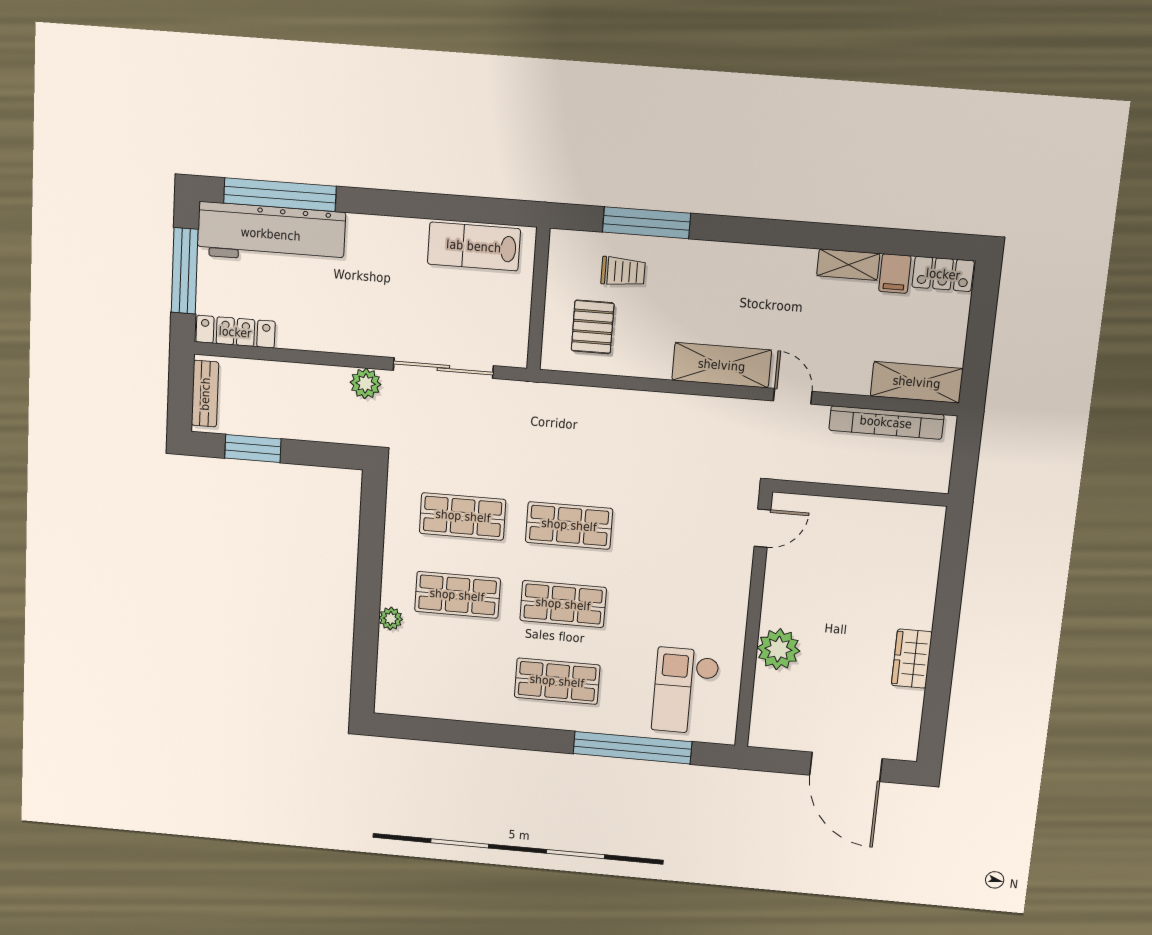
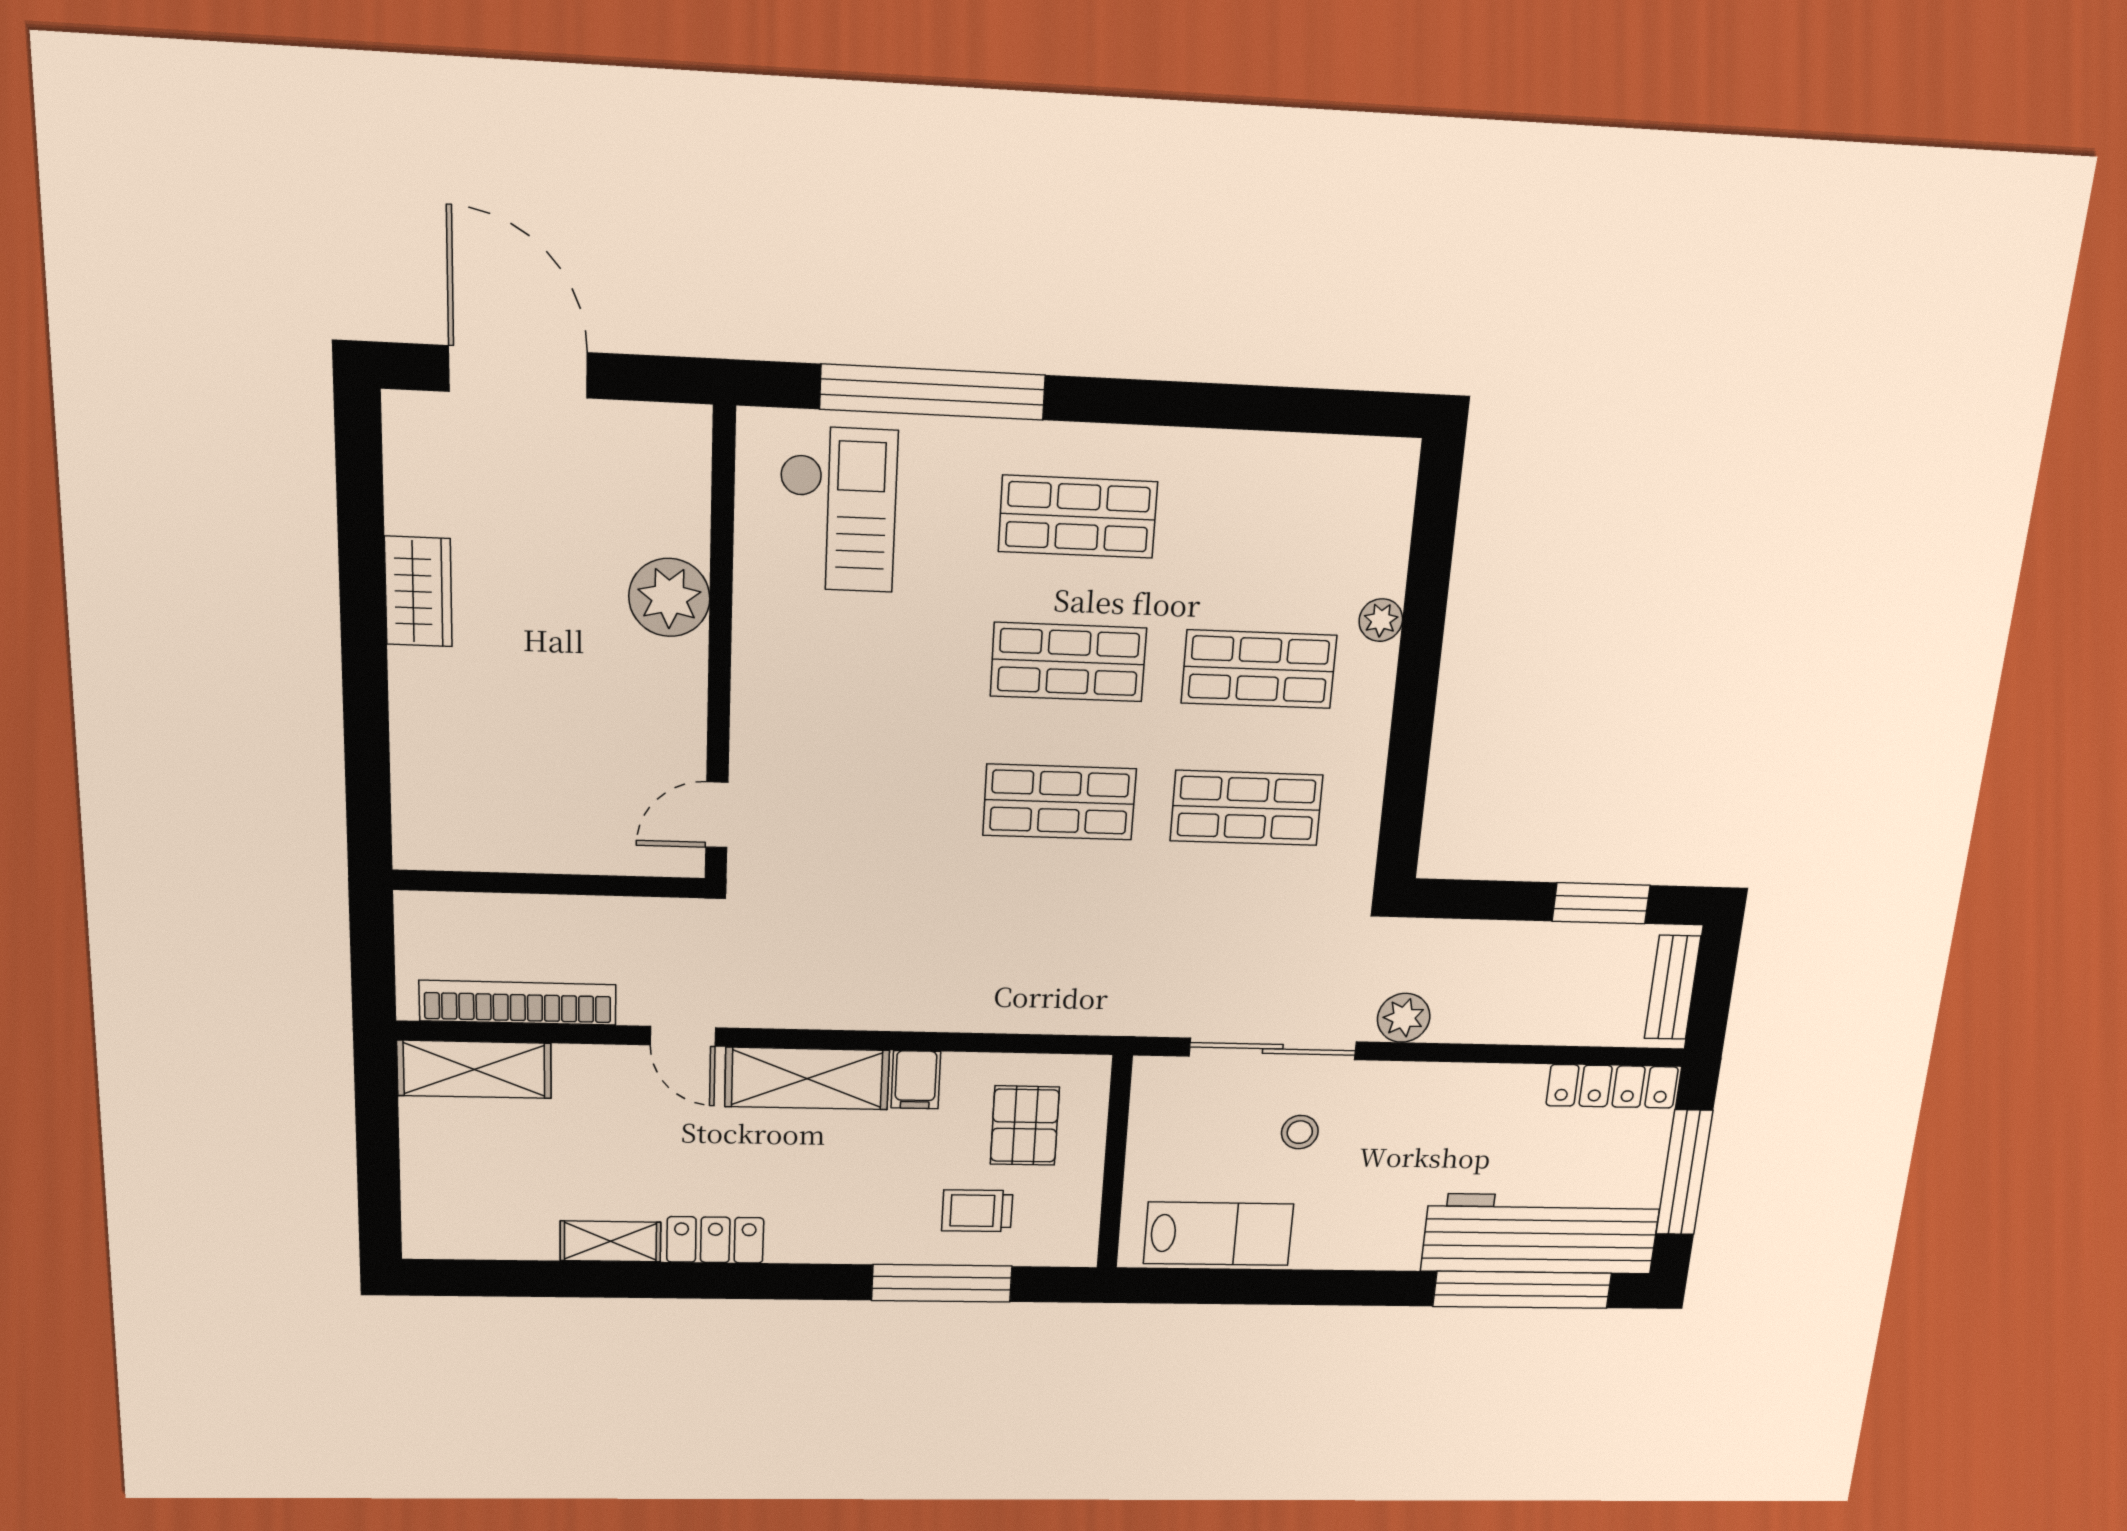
filing cabinet: (895, 274) -> (916, 1080), moved, turned 180
locker: (943, 274) -> (715, 1240), moved
stool: (425, 313) -> (1300, 1132), added

